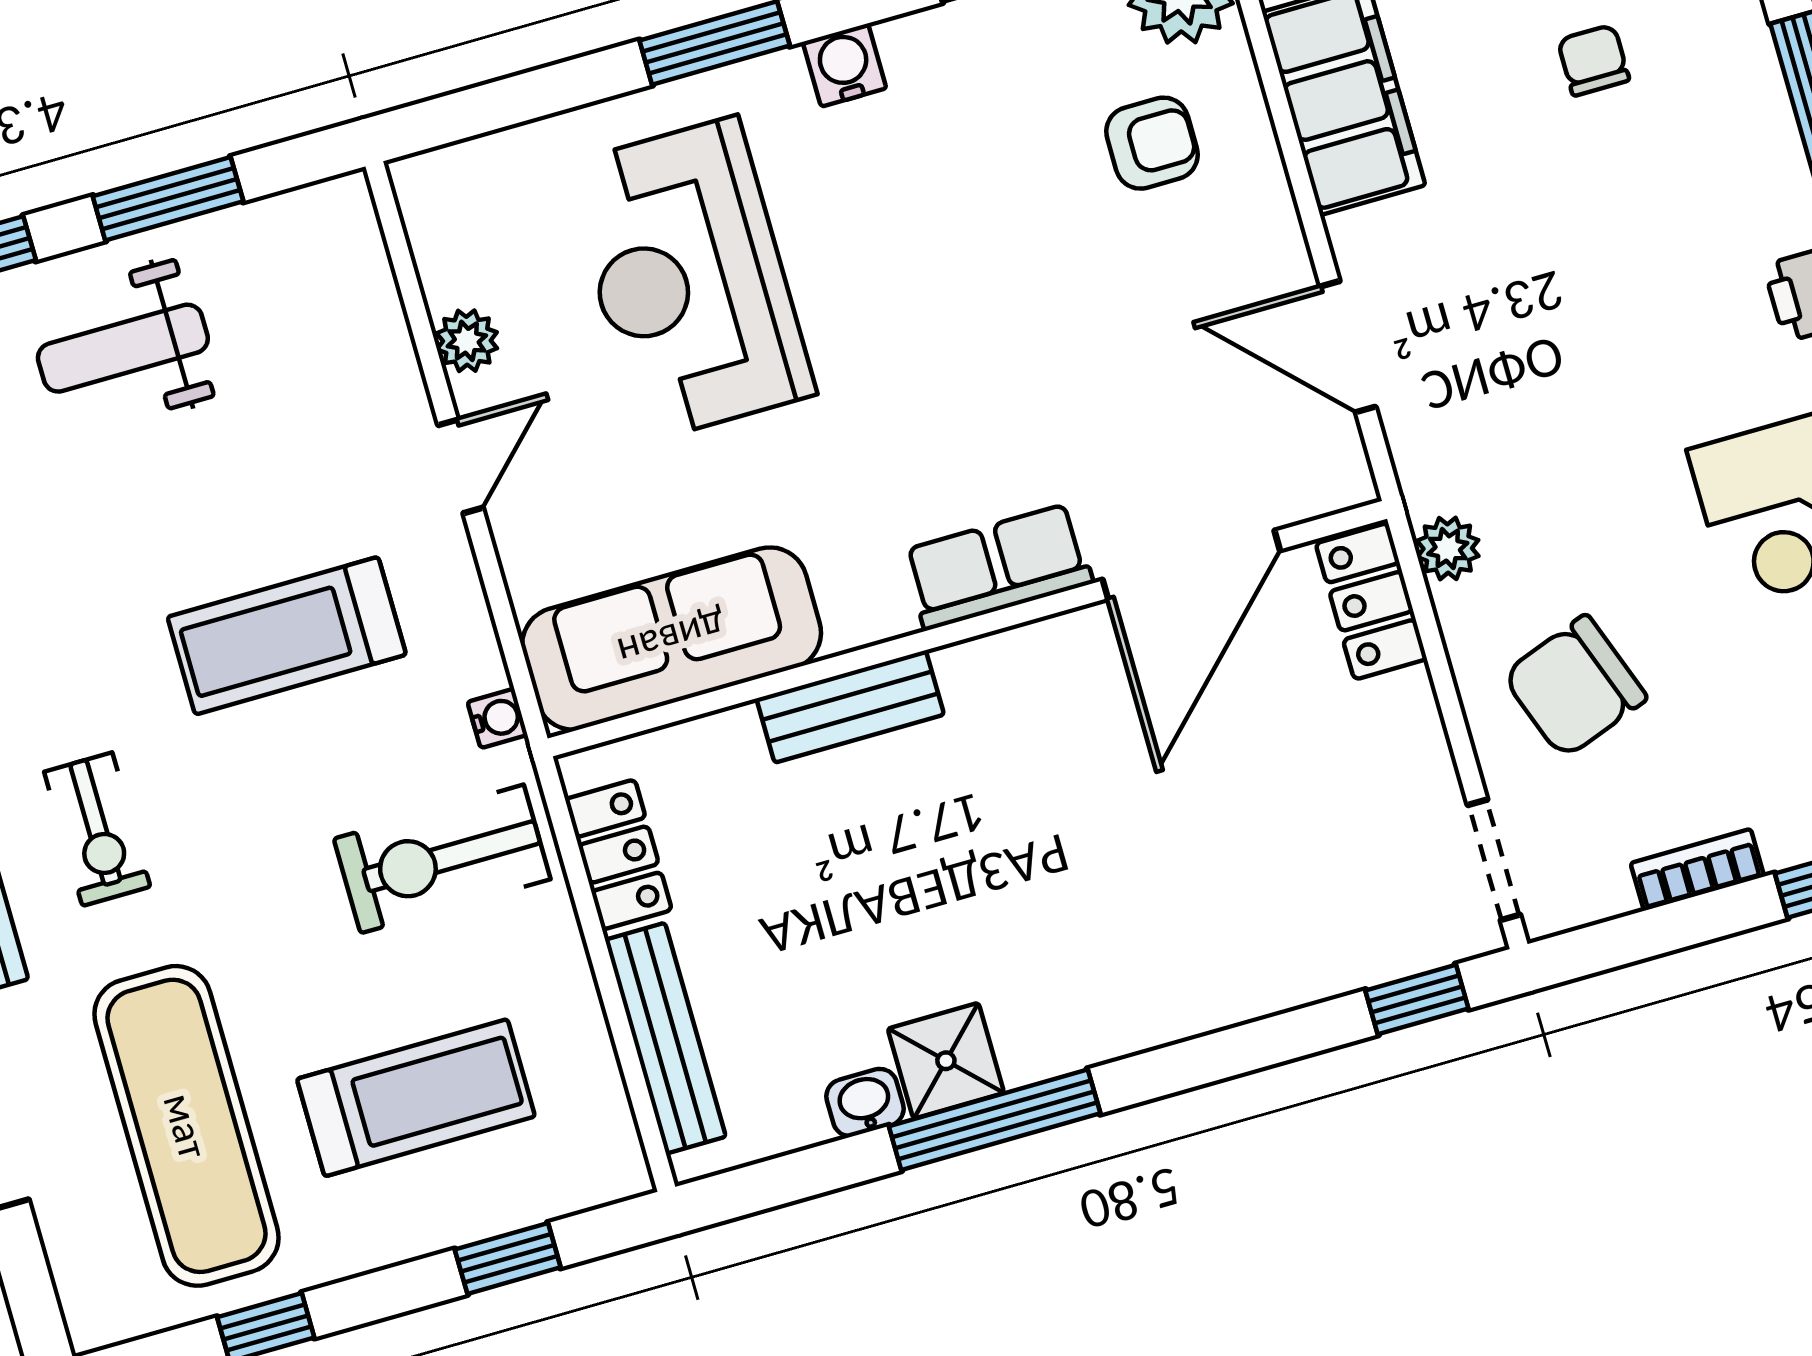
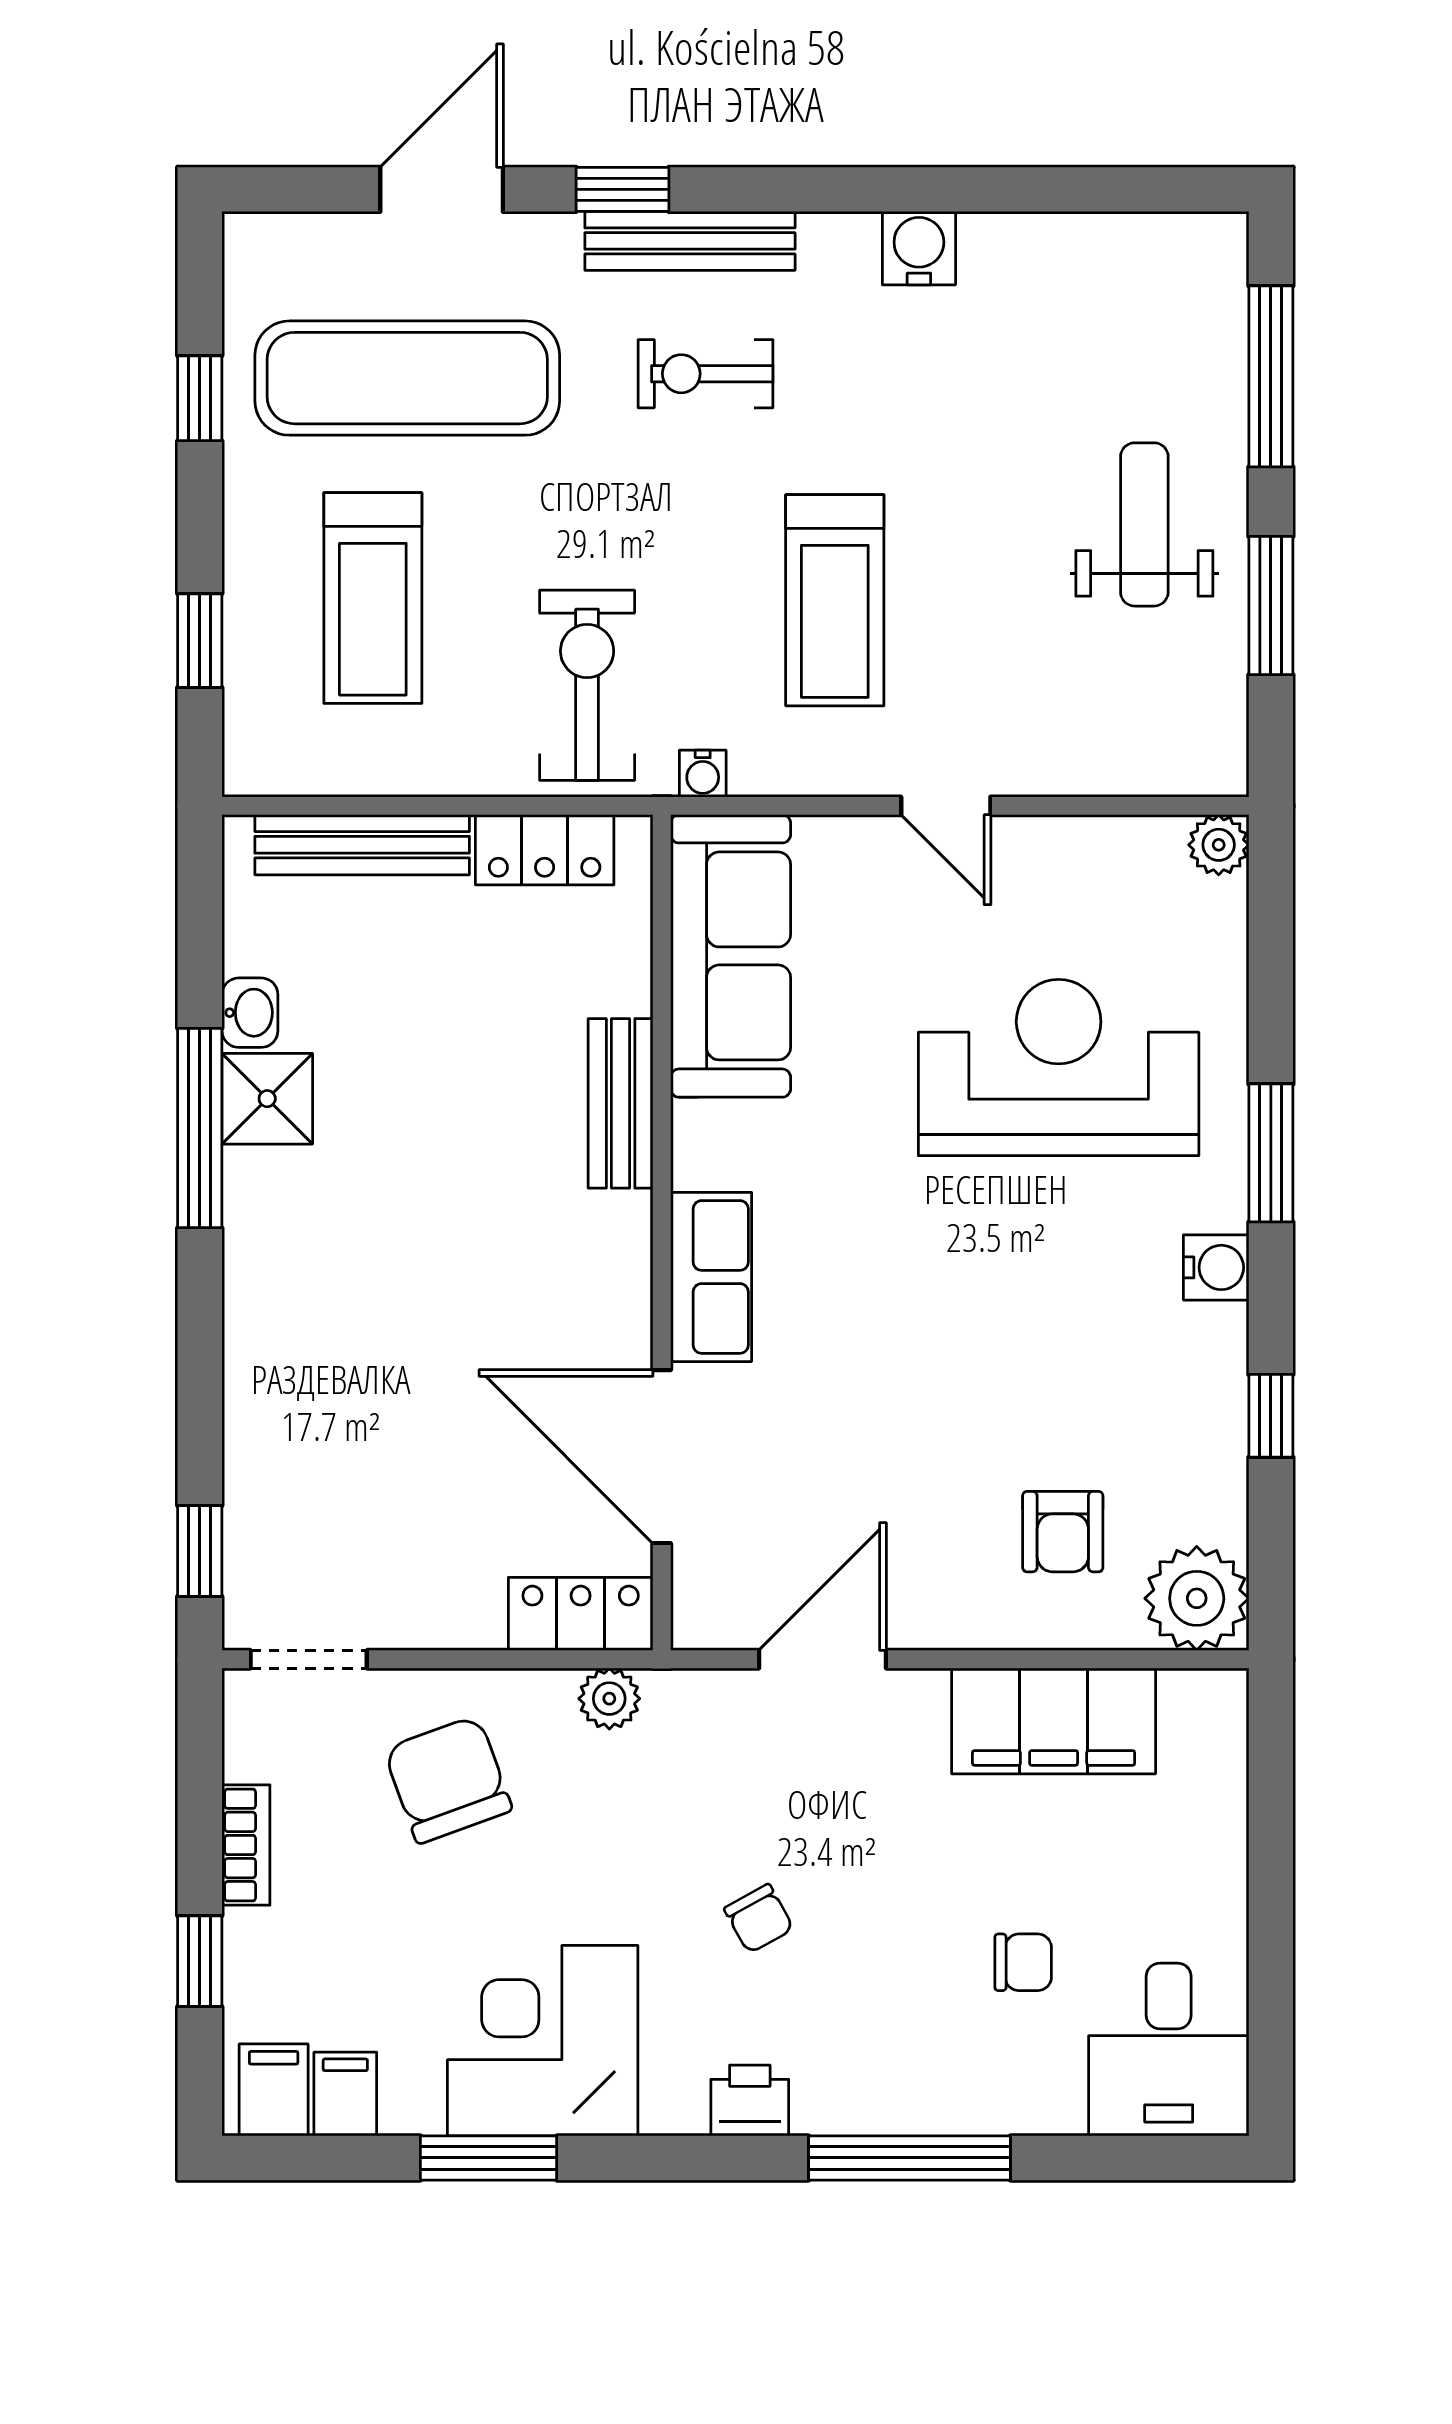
chair: (1625, 337) -> (759, 1919), added
plant: (467, 341) -> (1219, 845), moved
treadmill: (287, 636) -> (835, 600), turned 180

